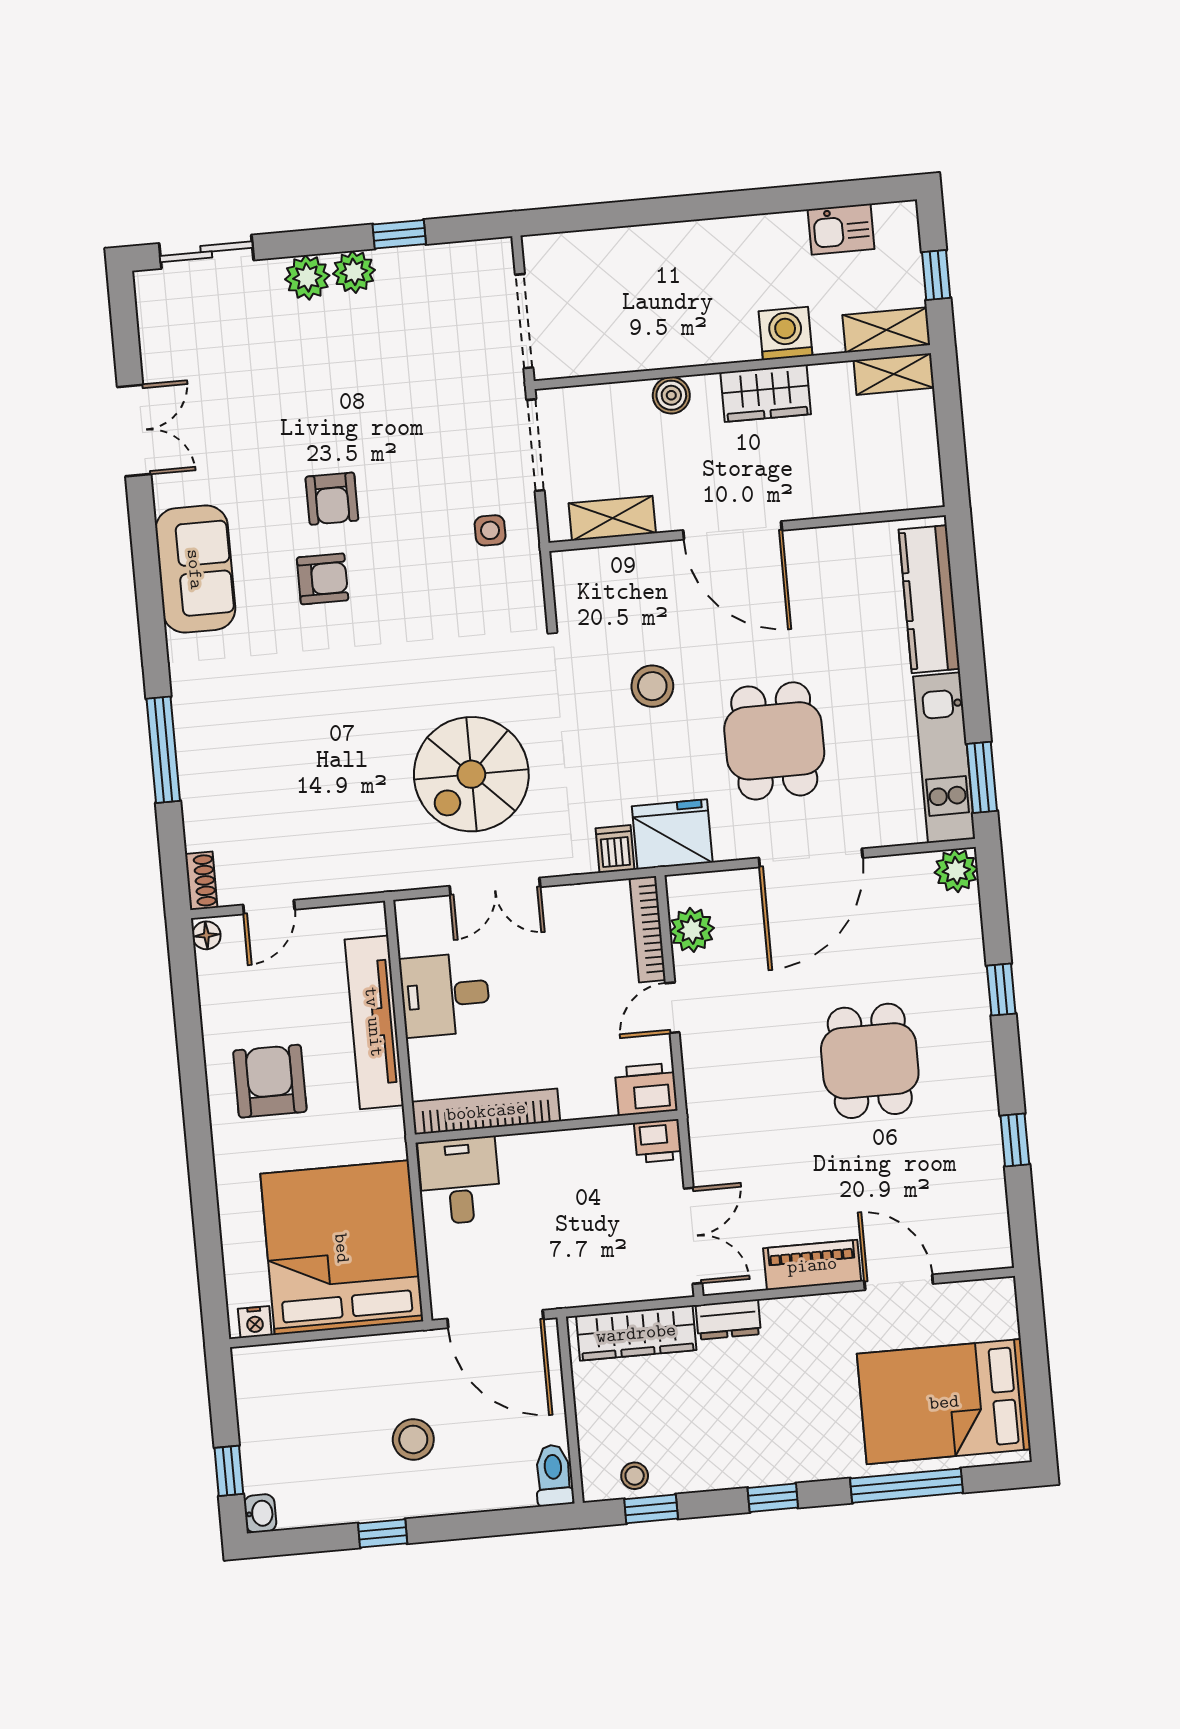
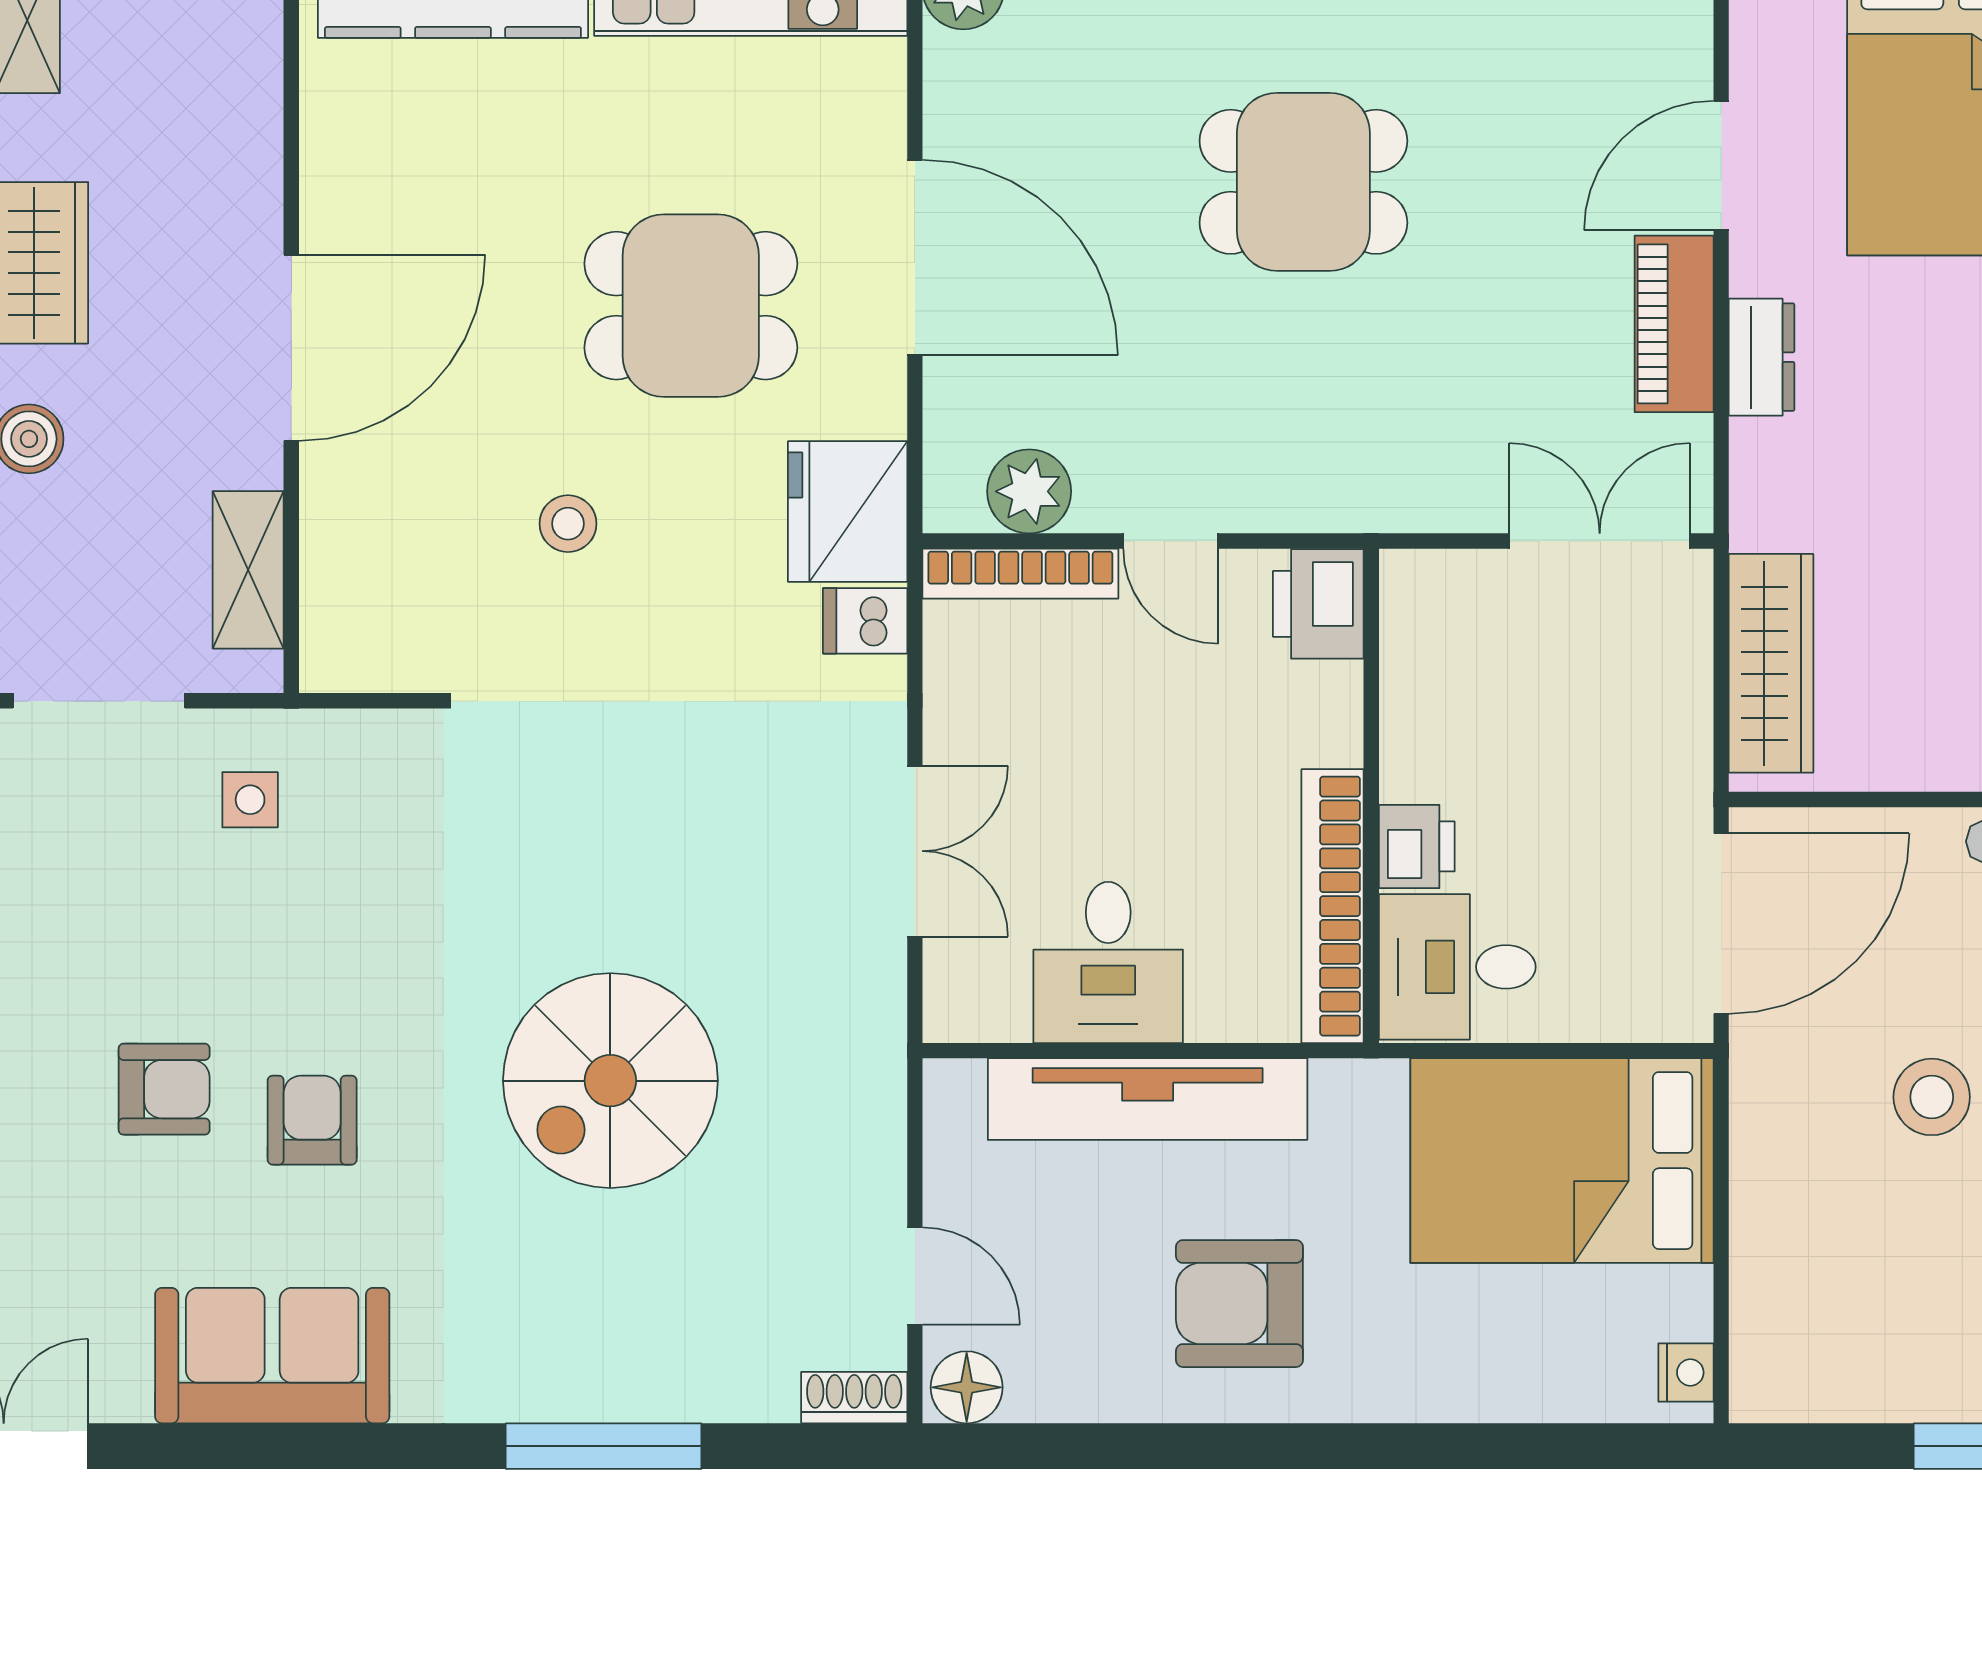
stool: (652, 686) -> (568, 524), width x0.73, depth x0.73
spiral stairs: (471, 774) -> (610, 1081), moved, turned 90
floor lamp: (206, 935) -> (967, 1387), width x1.37, depth x1.37
printer: (658, 1141) -> (1417, 846), moved
bed: (342, 1248) -> (1562, 1161), width x0.73
dresser: (728, 1320) -> (1762, 357), moved

